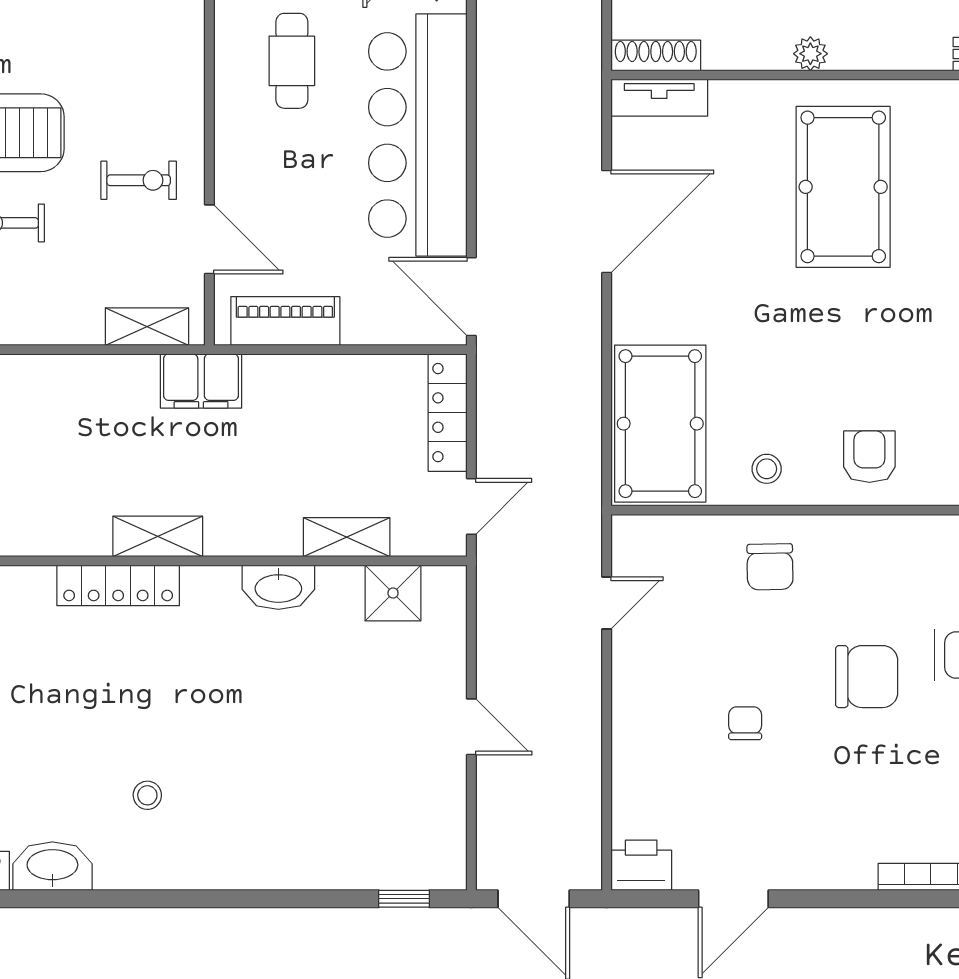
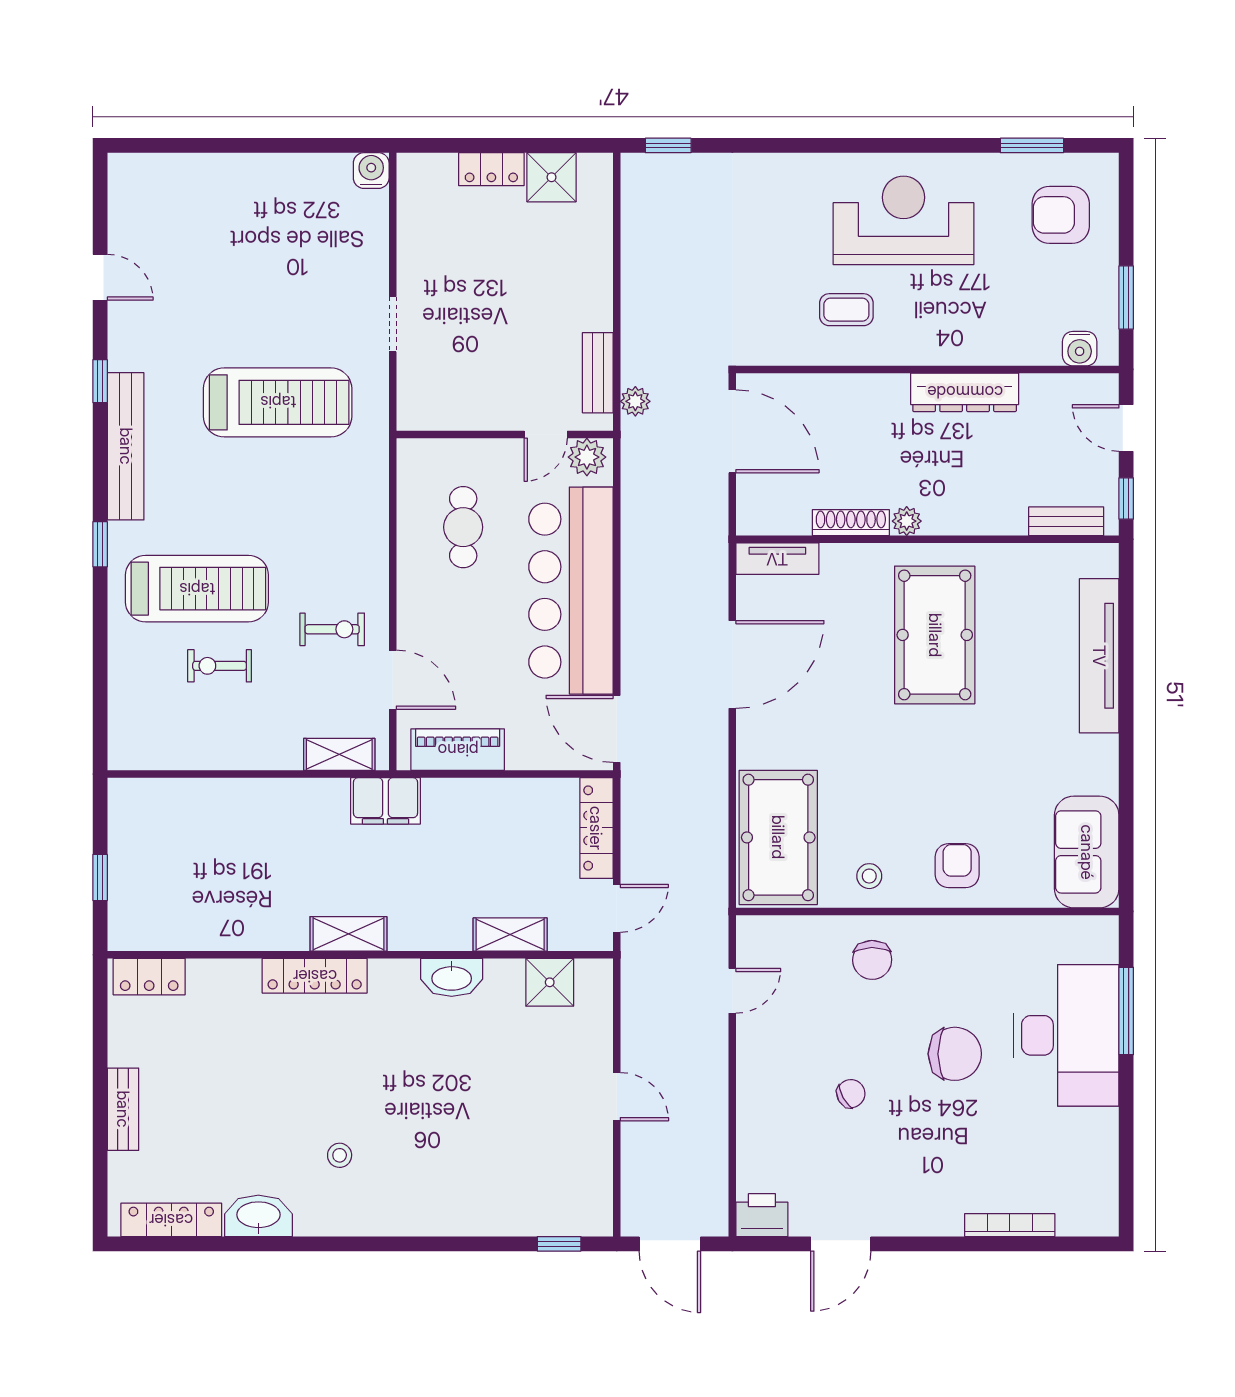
shoe rack: (656, 55) -> (851, 523), moved
chair: (745, 723) -> (851, 1094), turned 61

